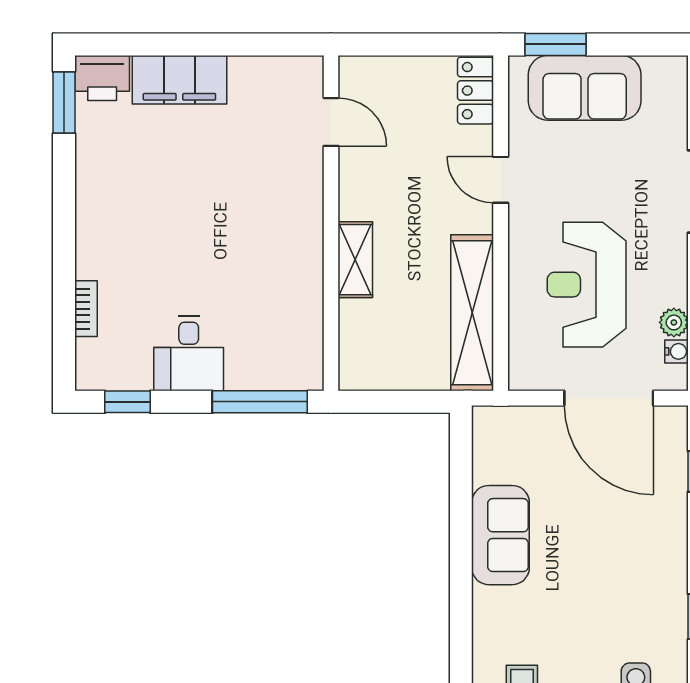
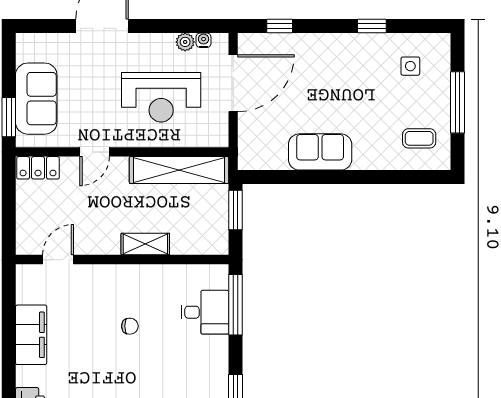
filing cabinet: (179, 80) -> (31, 335), moved
chair: (226, 235) -> (130, 326), added
desk: (189, 353) -> (205, 312), moved
window: (409, 402) -> (235, 210), added

